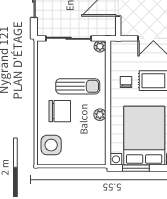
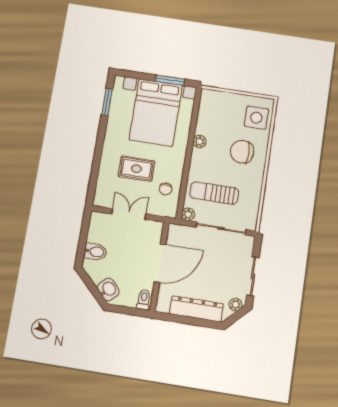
chair: (126, 82) -> (166, 189), moved
sun lounger: (78, 86) -> (214, 193), moved

